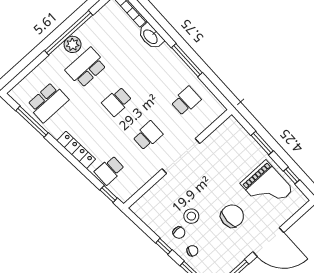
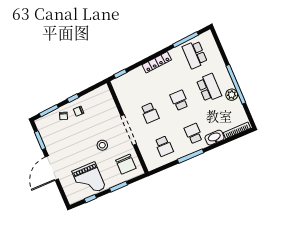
plant: (73, 44) -> (232, 95), moved
school desk: (109, 170) -> (193, 134), moved
grand piano: (267, 187) -> (89, 180), turned -90
stool: (191, 216) -> (102, 145), moved
chair: (232, 216) -> (126, 164), moved

